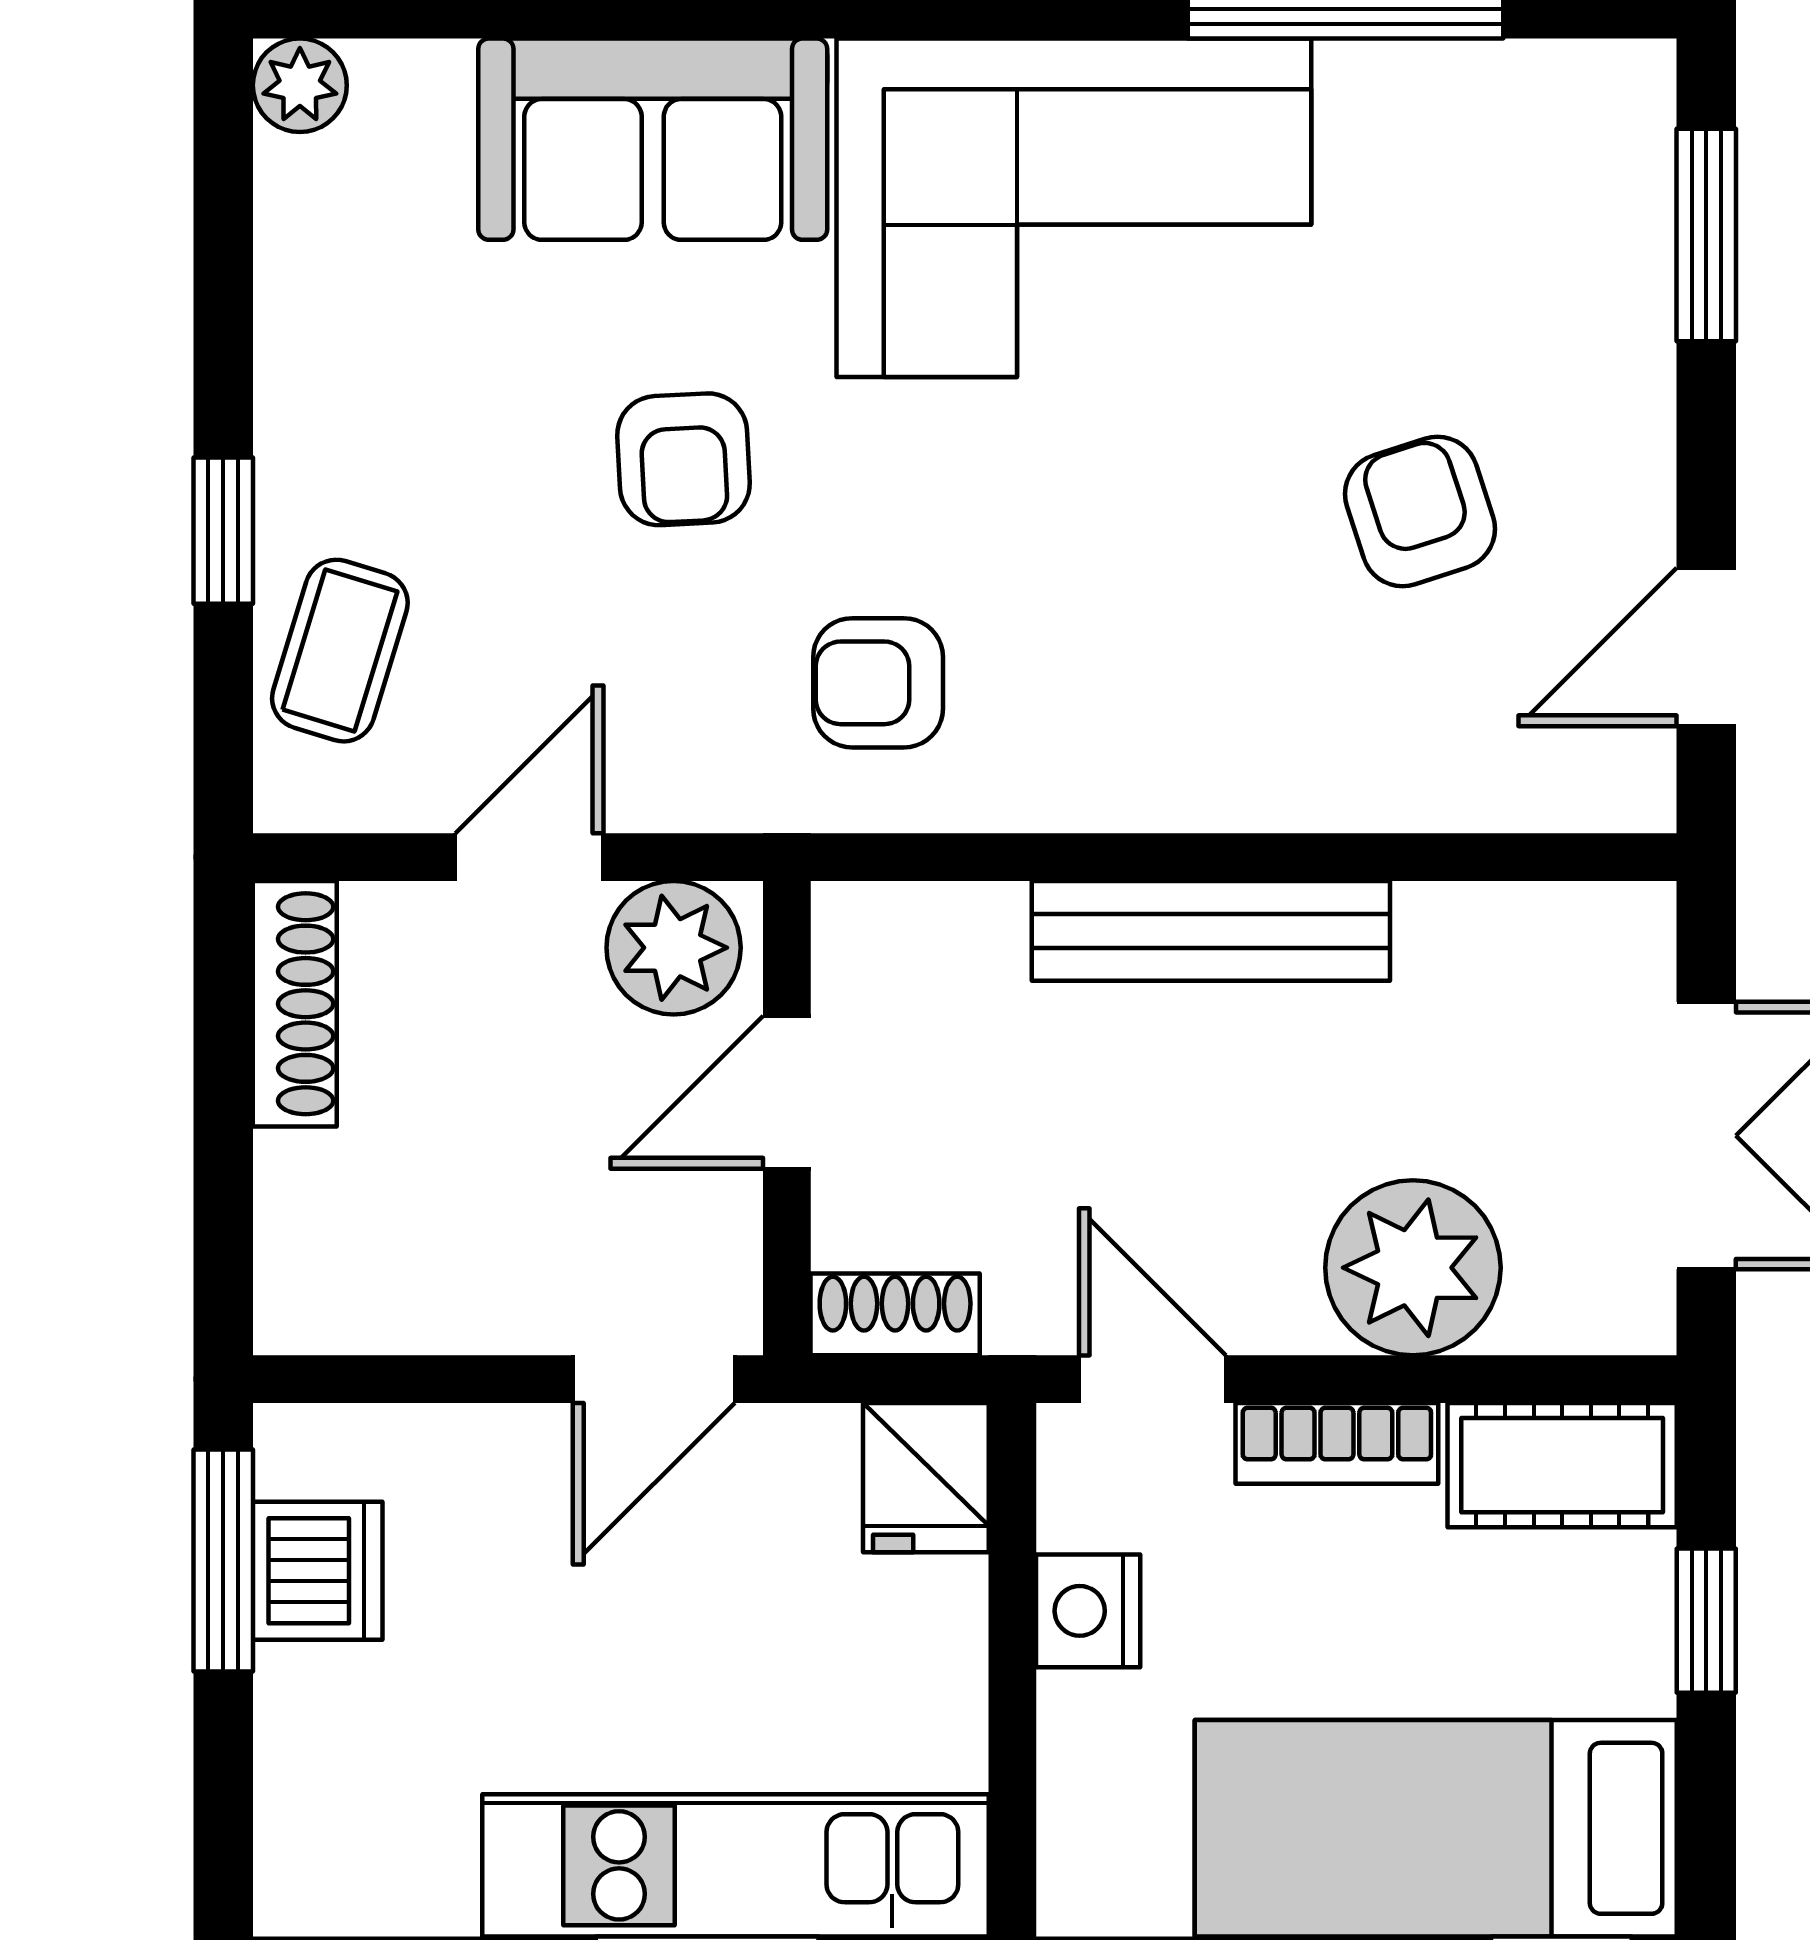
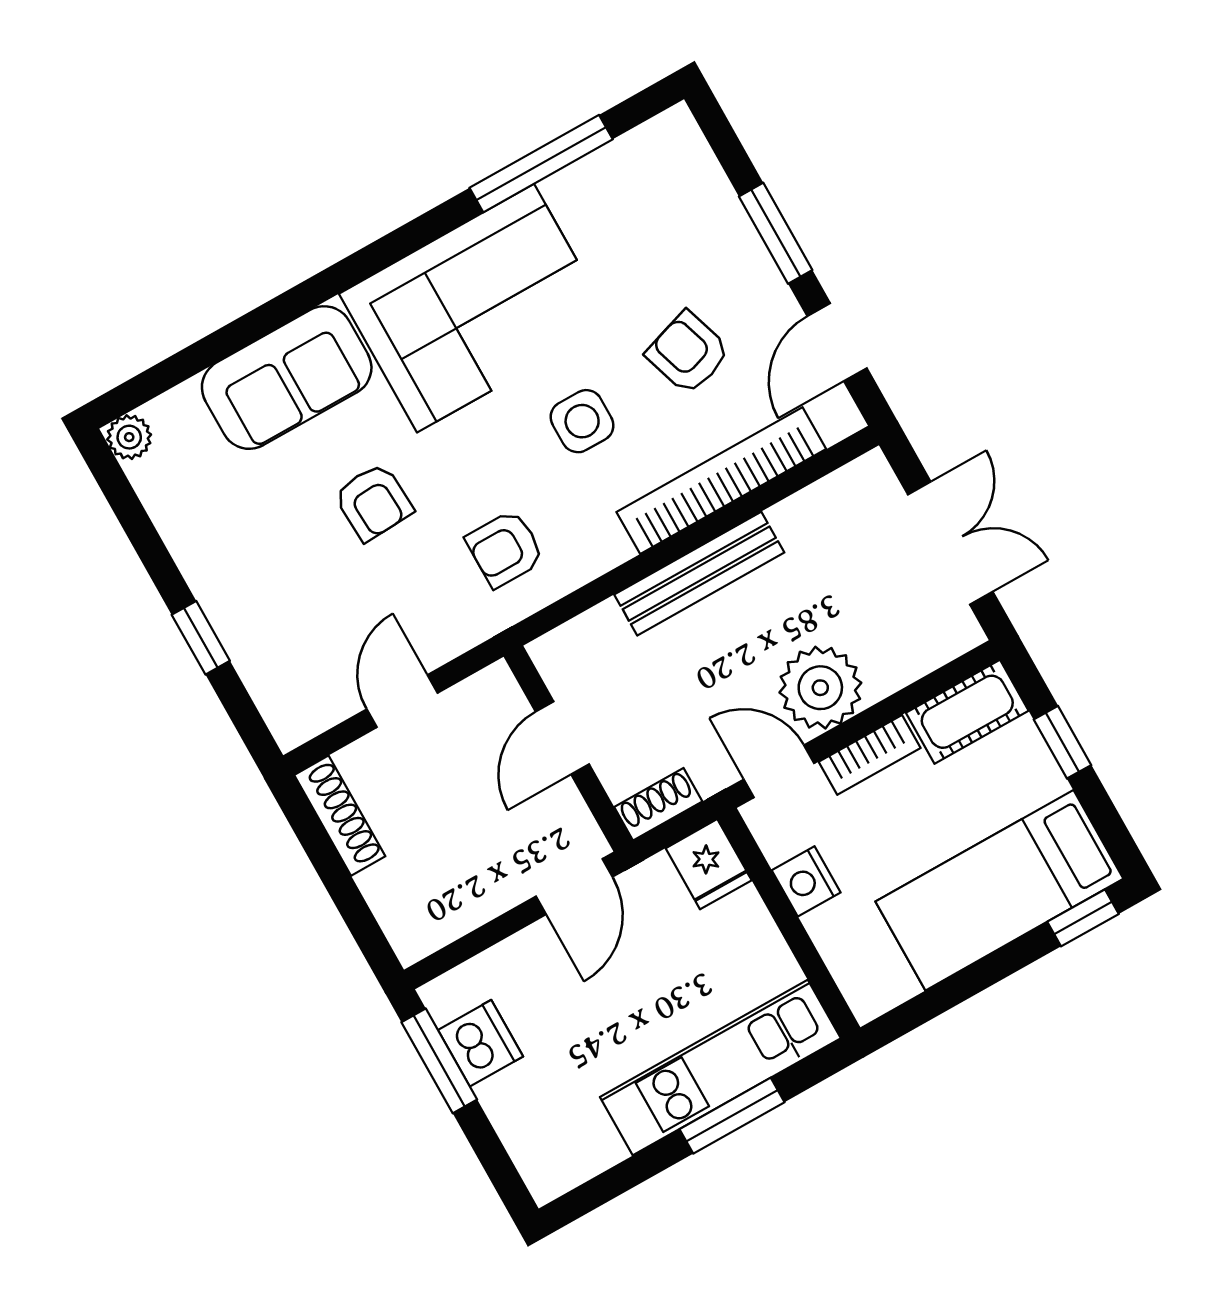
window: (1706, 235) -> (776, 233), moved
side table: (1153, 527) -> (582, 421), added
coffee table: (340, 651) -> (277, 660), removed
bookcase: (1349, 782) -> (721, 481), added
plant: (674, 948) -> (482, 705), removed
plant: (1413, 1268) -> (820, 688), moved

